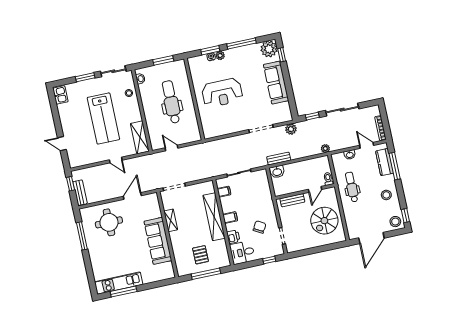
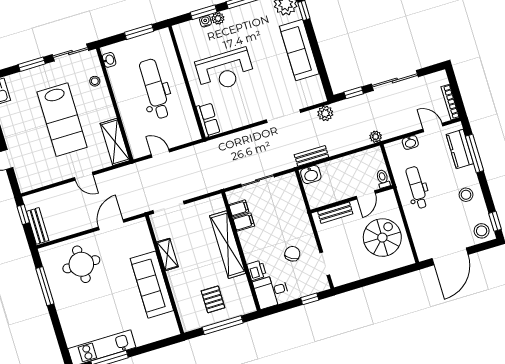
row of seats: (207, 127) -> (208, 120), added
filing cabinet: (230, 218) -> (244, 222), moved
spiral stairs: (324, 221) -> (382, 238), turned 180

